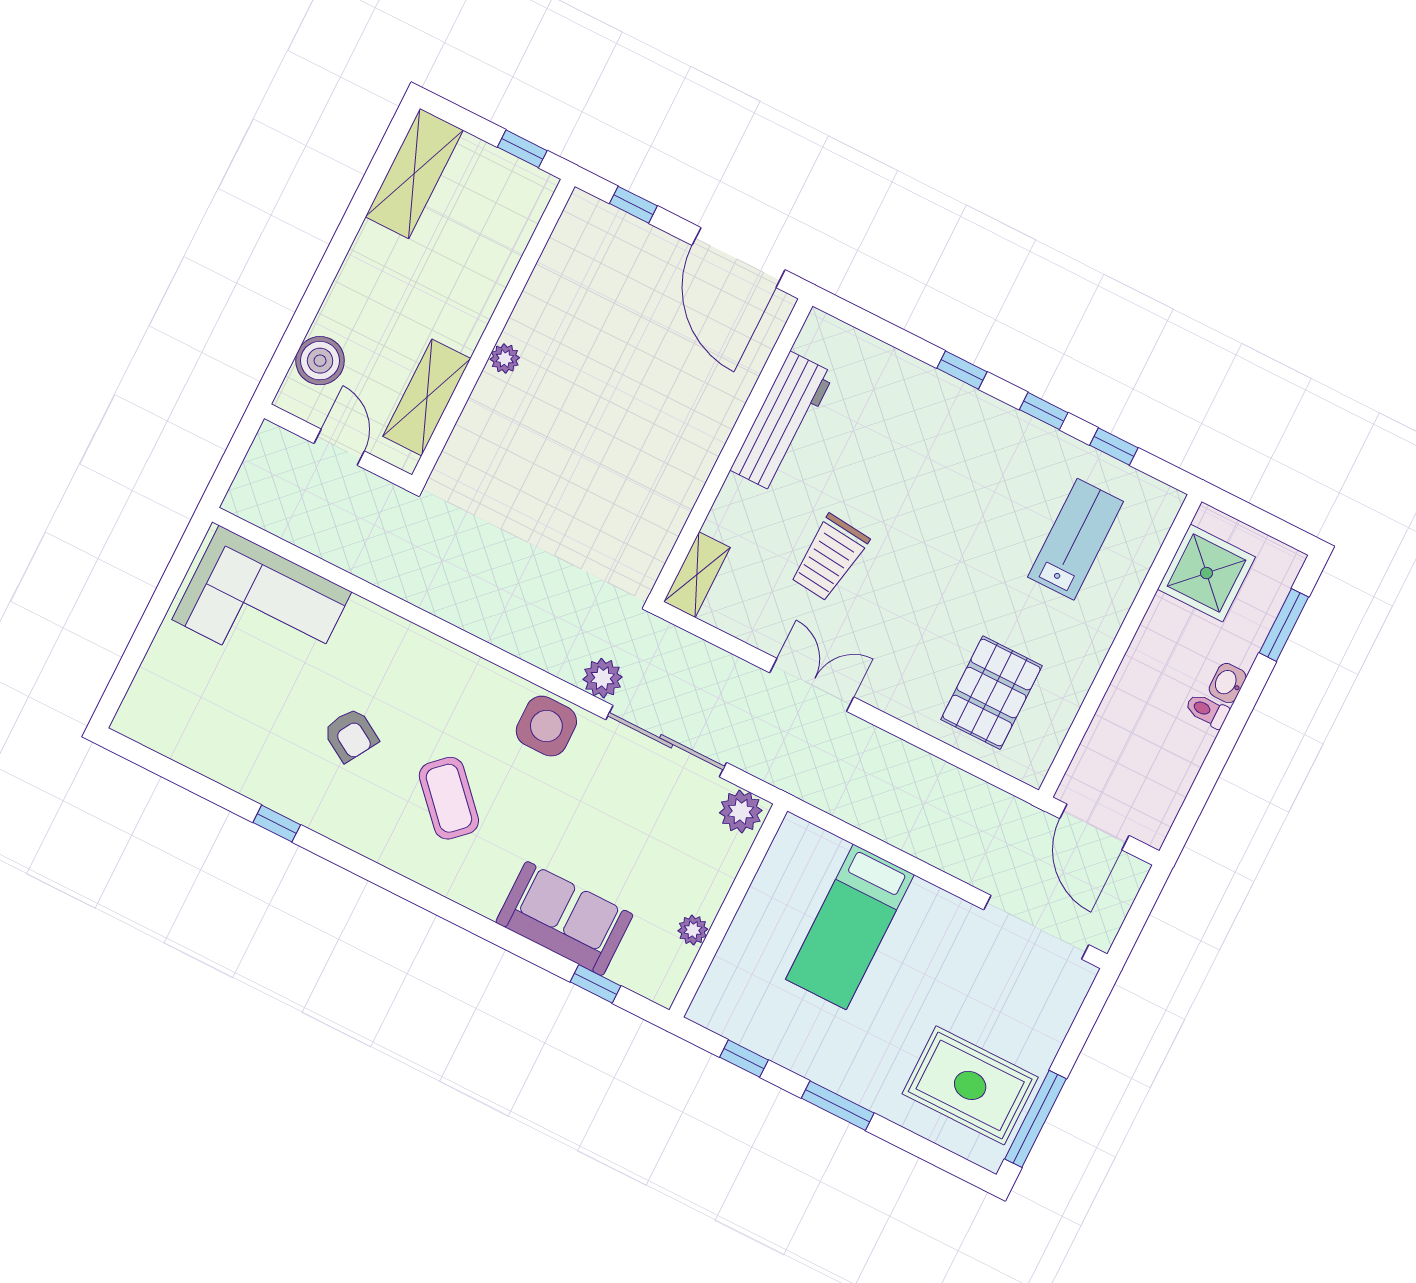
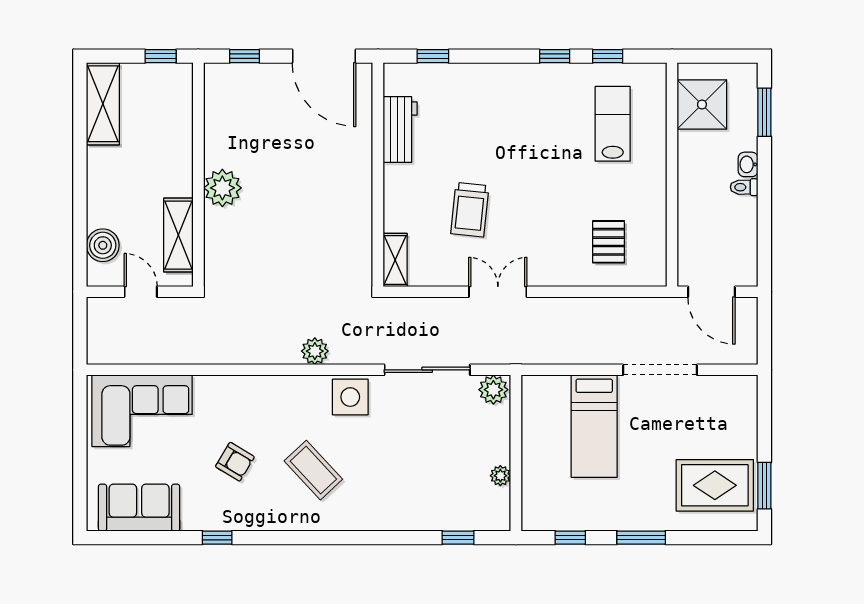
plant: (505, 359) -> (222, 188), width x1.87, depth x1.87
window: (962, 370) -> (433, 56), moved
workbench: (782, 422) -> (400, 130), width x0.73
plant: (602, 678) -> (315, 351), moved
pallet: (991, 693) -> (609, 242), width x0.67, depth x0.71
sofa: (564, 919) -> (139, 508), moved
doorway: (1036, 927) -> (660, 370), moved
window: (1035, 1119) -> (764, 486), width x0.69

